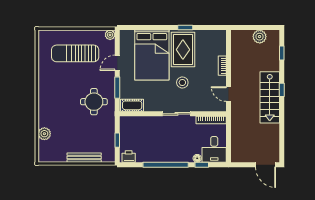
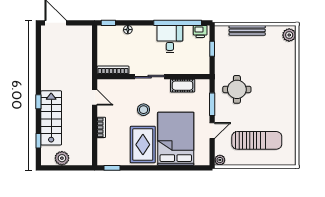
window: (185, 27) -> (112, 168), moved
stairs: (270, 97) -> (51, 118), moved
cot: (132, 105) -> (183, 86), moved
plant: (44, 134) -> (289, 35), moved
desk: (214, 149) -> (170, 39), moved
window: (166, 165) -> (178, 23), moved
window: (202, 165) -> (108, 23), moved

